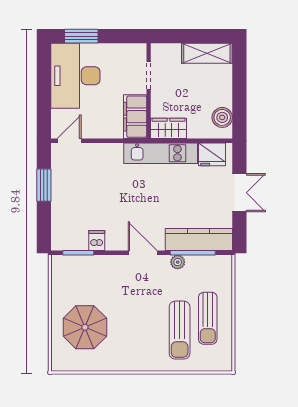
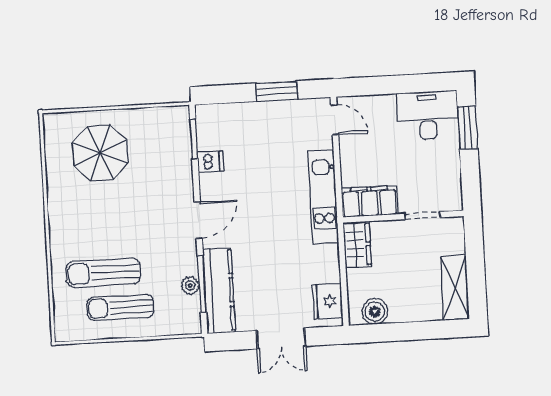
desk: (75, 76) -> (428, 115), width x0.73, depth x0.77
kitchen unit: (161, 153) -> (323, 197), moved
plant: (178, 262) -> (190, 285), moved

